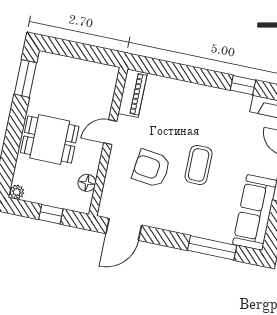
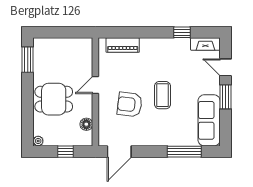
piano: (133, 93) -> (123, 45), moved, turned 90

